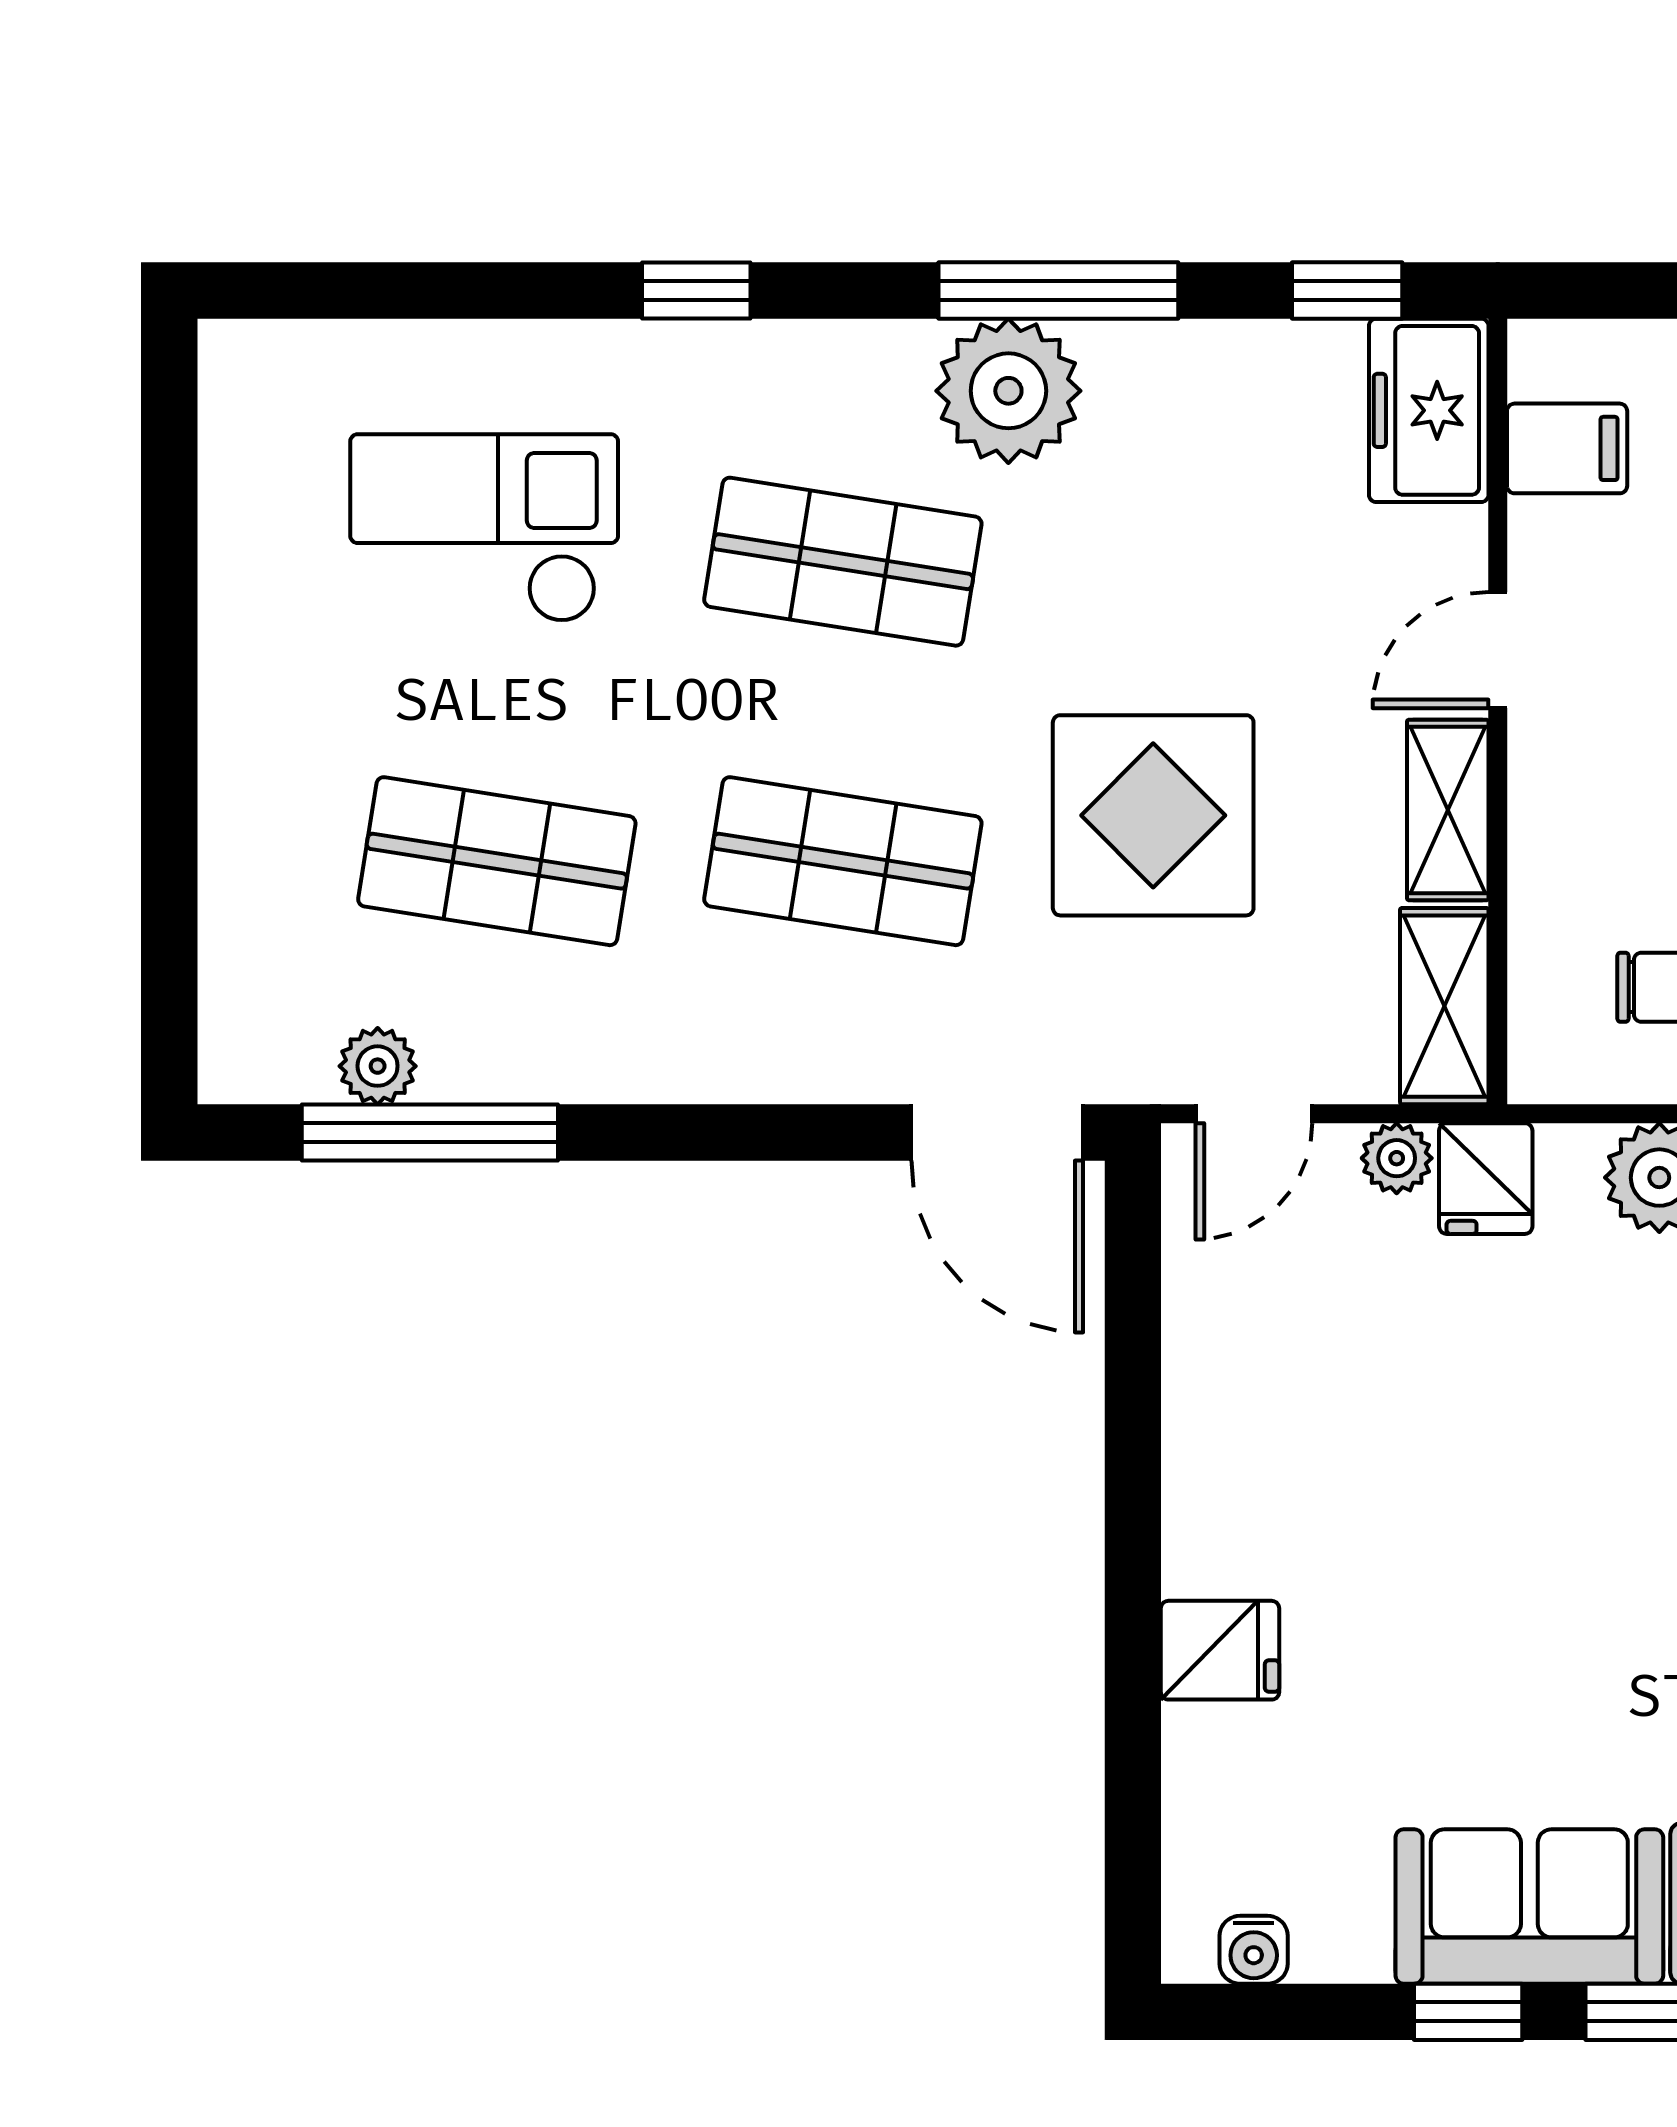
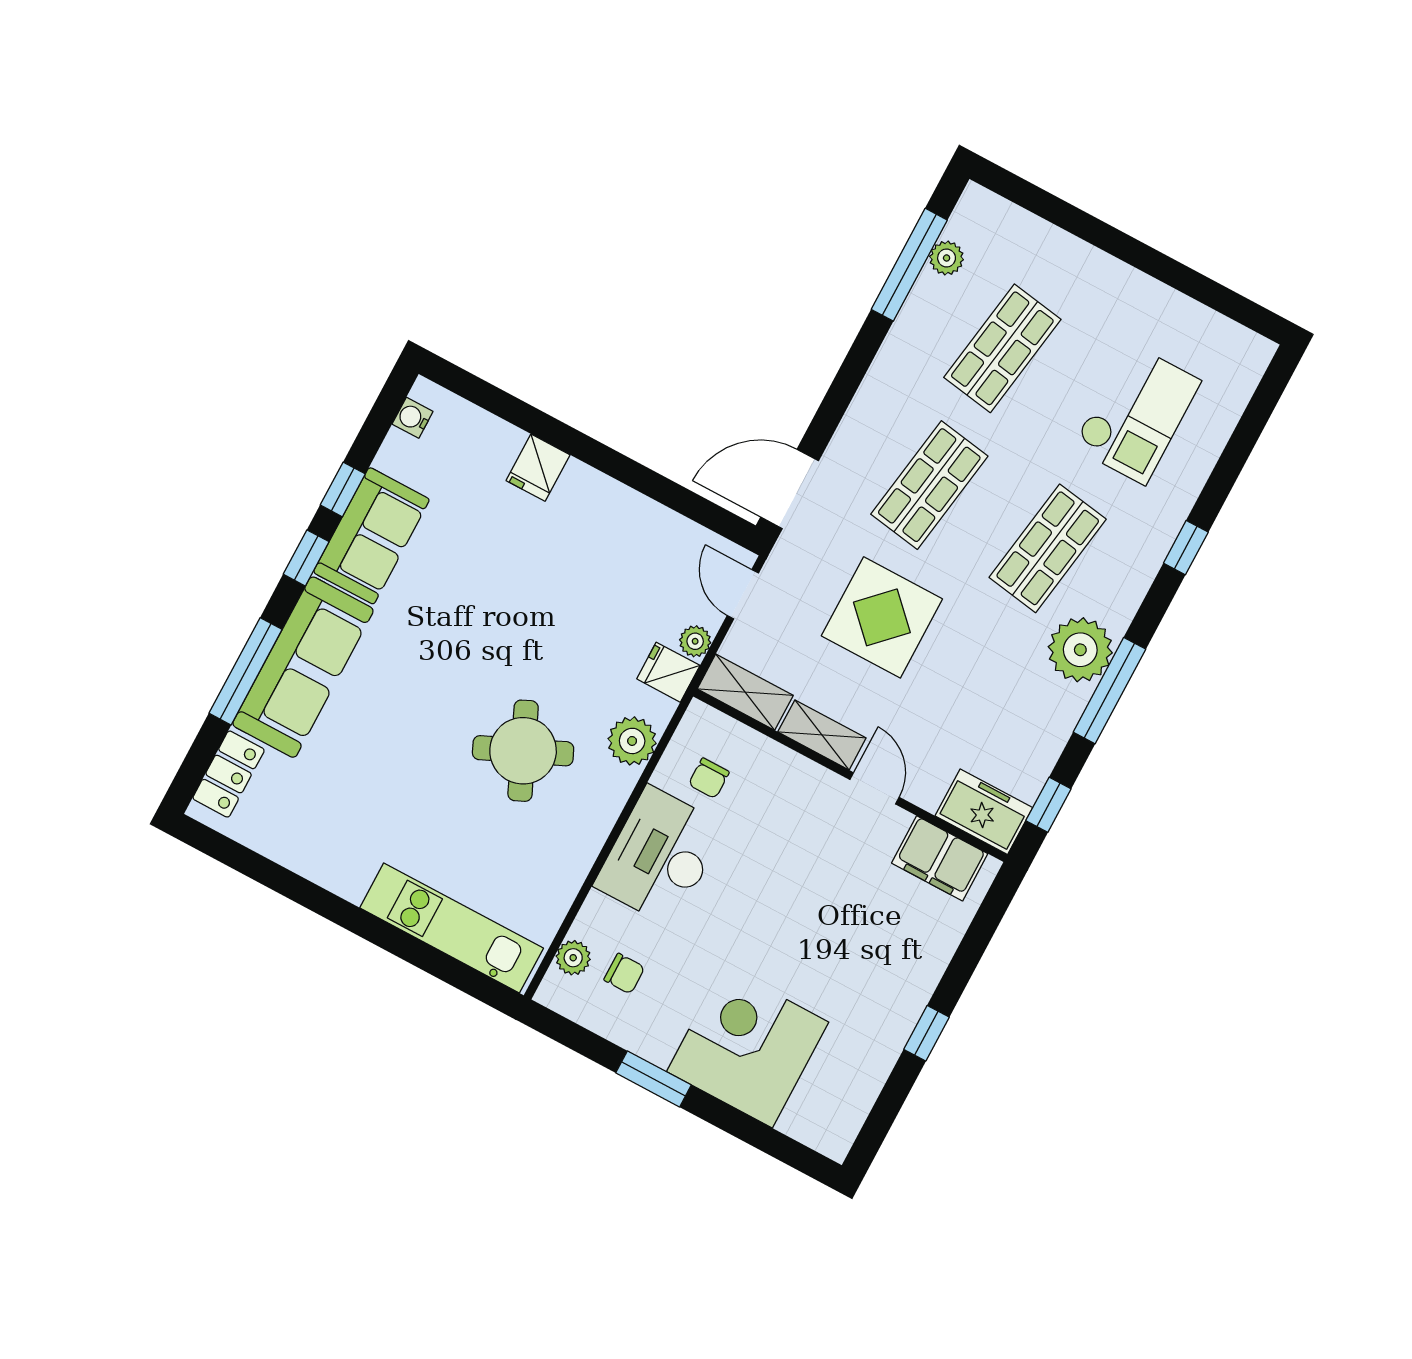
filing cabinet: (1567, 448) -> (940, 858), width x2.00

